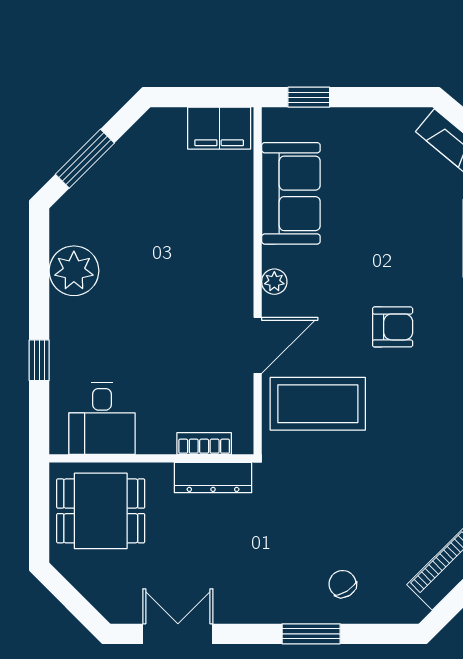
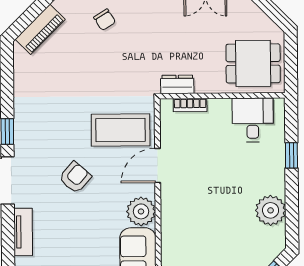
plant: (274, 282) -> (141, 211), width x1.87, depth x1.87
armchair: (393, 327) -> (75, 177), turned 131
dresser: (213, 478) -> (177, 84), width x0.70

